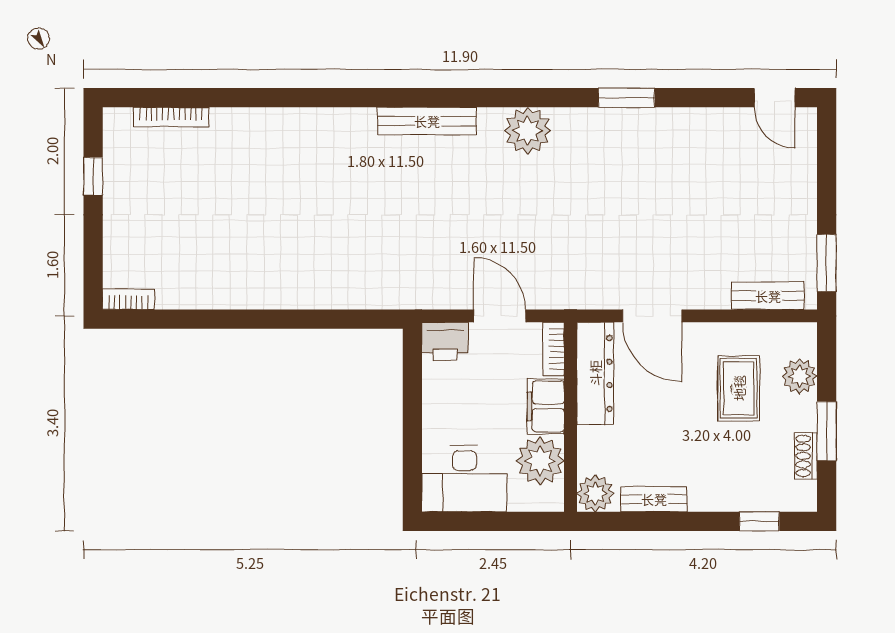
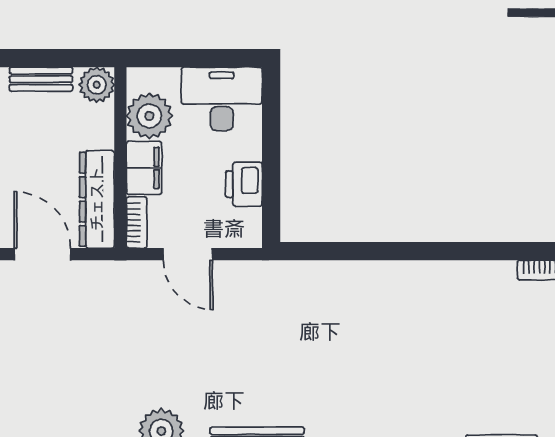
printer: (445, 341) -> (244, 184), moved, turned -90

